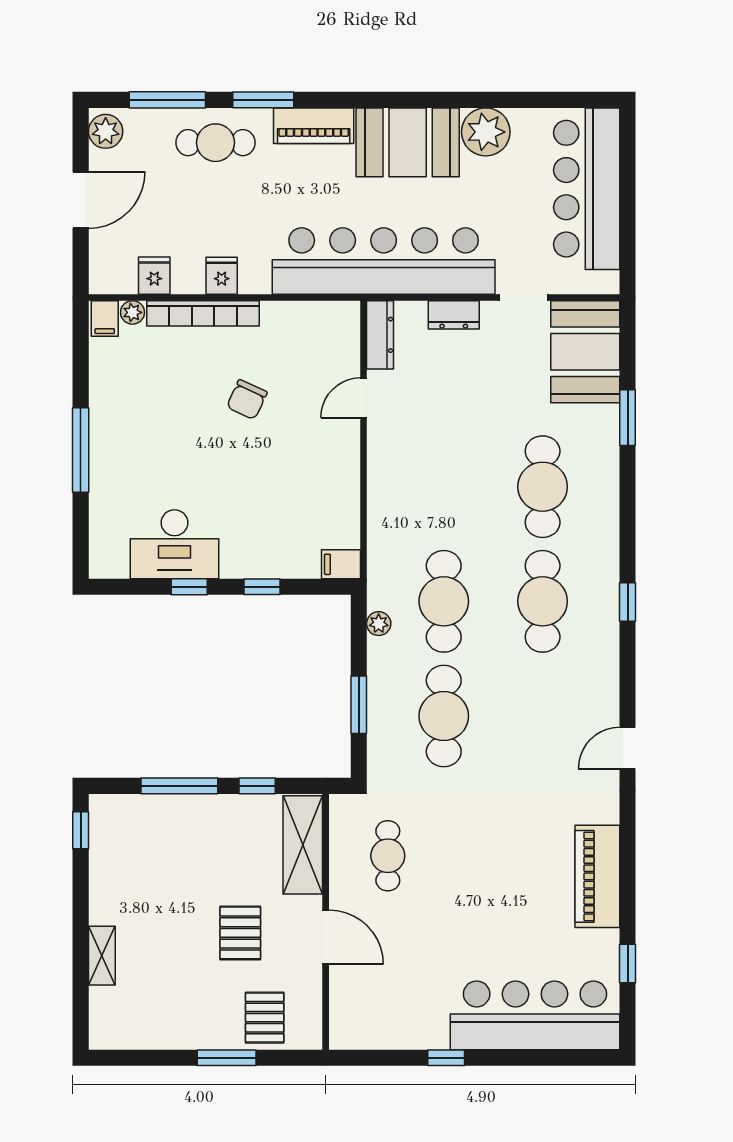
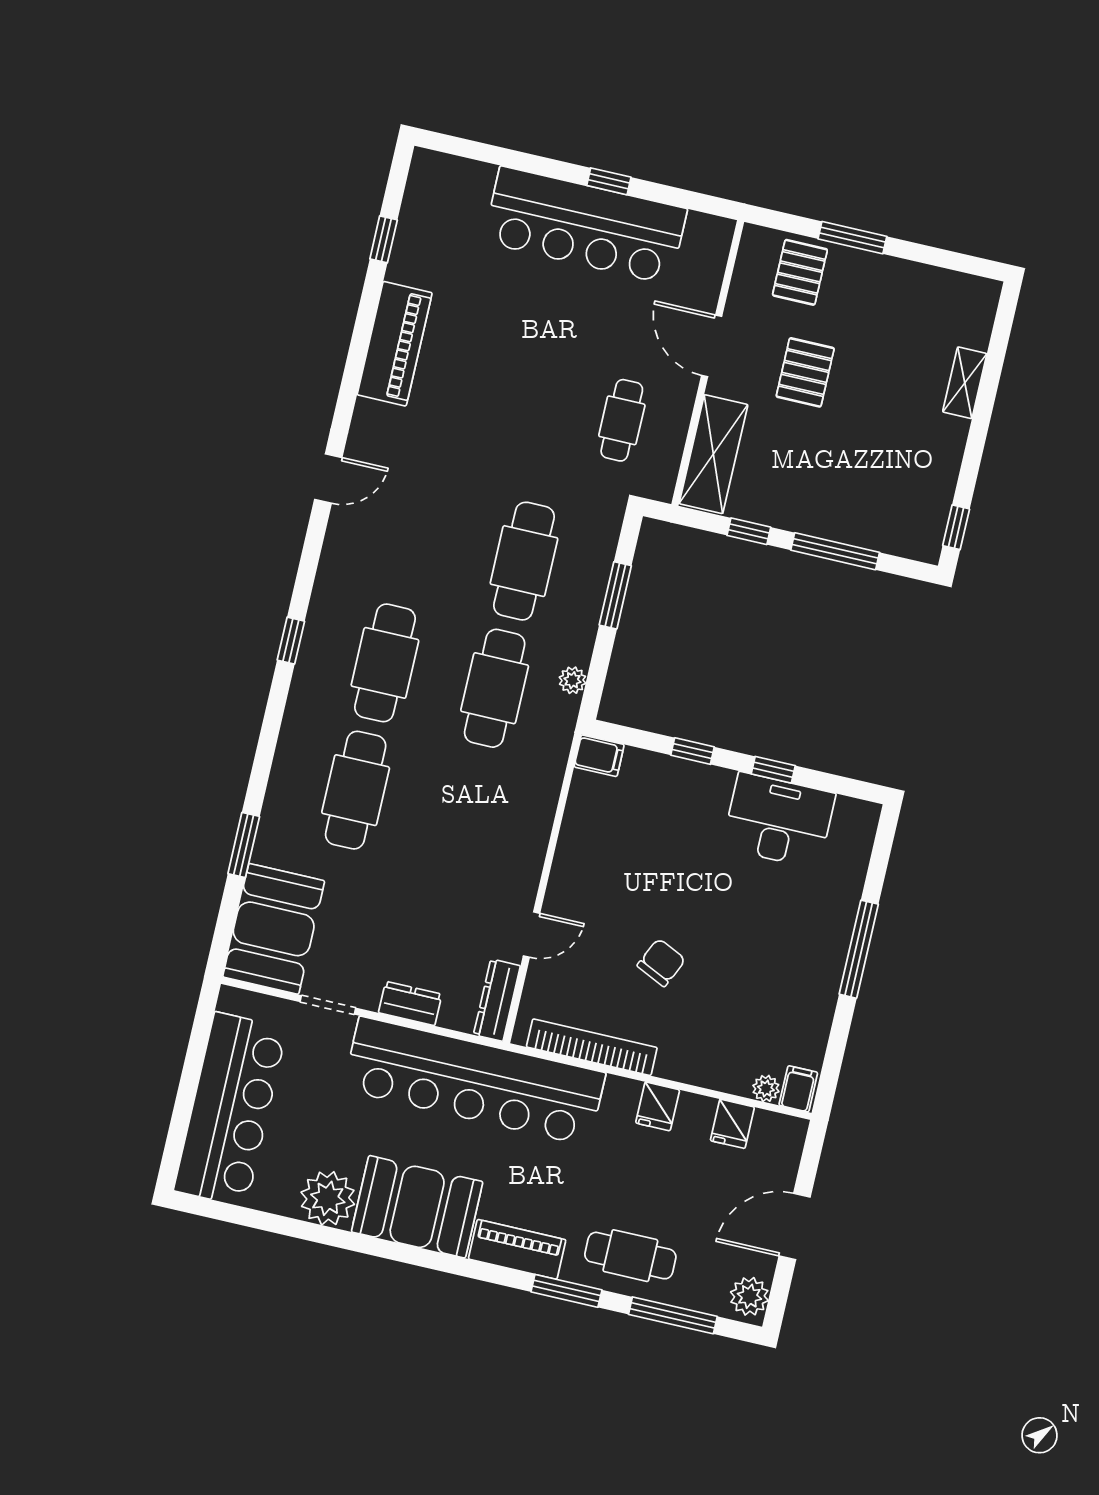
bookcase: (203, 313) -> (592, 1047), moved
bar counter: (535, 1015) -> (585, 225), moved

